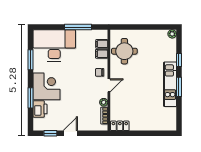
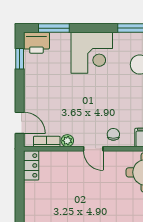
window: (30, 98) -> (54, 28), moved
printer: (40, 109) -> (36, 43), moved
door: (70, 133) -> (20, 123), moved

